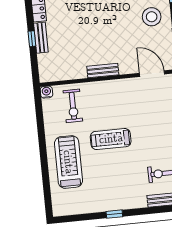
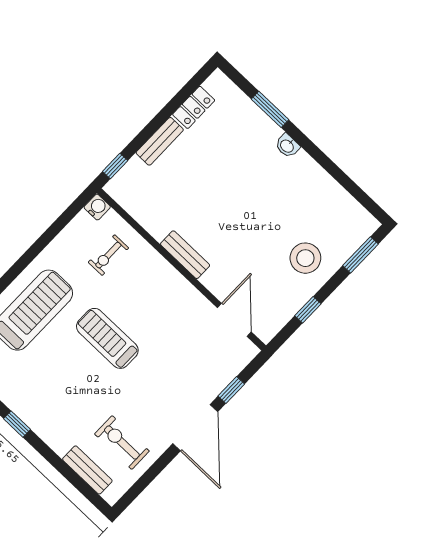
window: (32, 39) -> (115, 166), moved
exercise bike: (73, 106) -> (108, 255), width x0.73, depth x0.72

